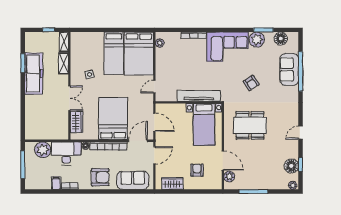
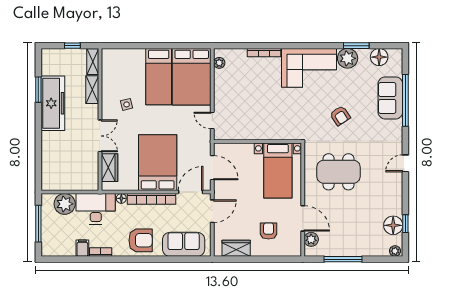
door: (154, 87) -> (212, 121), hinge flipped
tv unit: (199, 96) -> (271, 133), removed
door: (301, 133) -> (405, 163), moved

